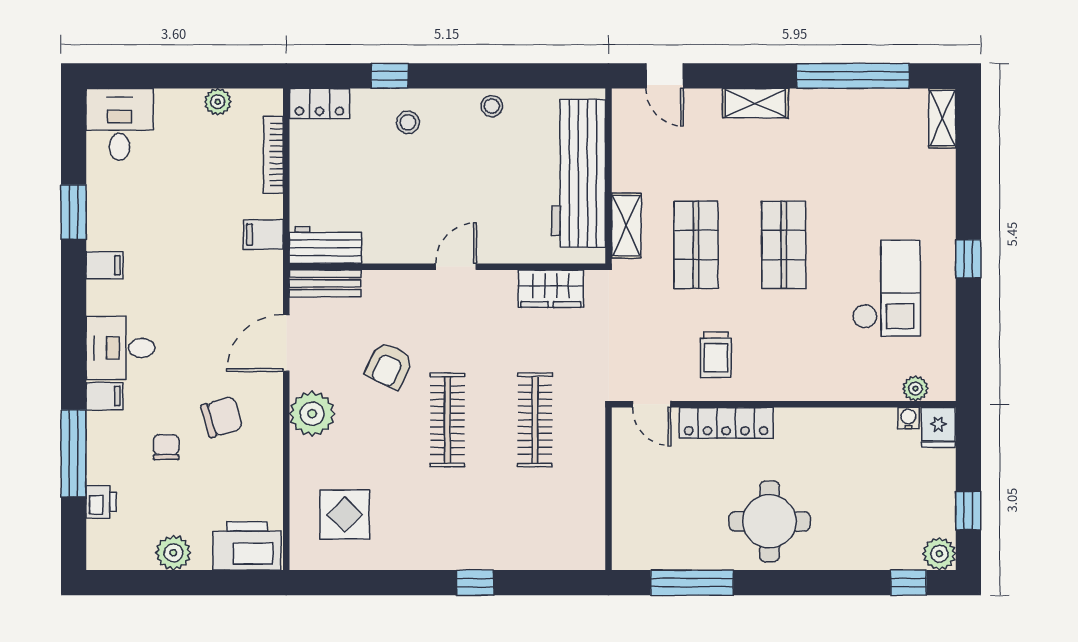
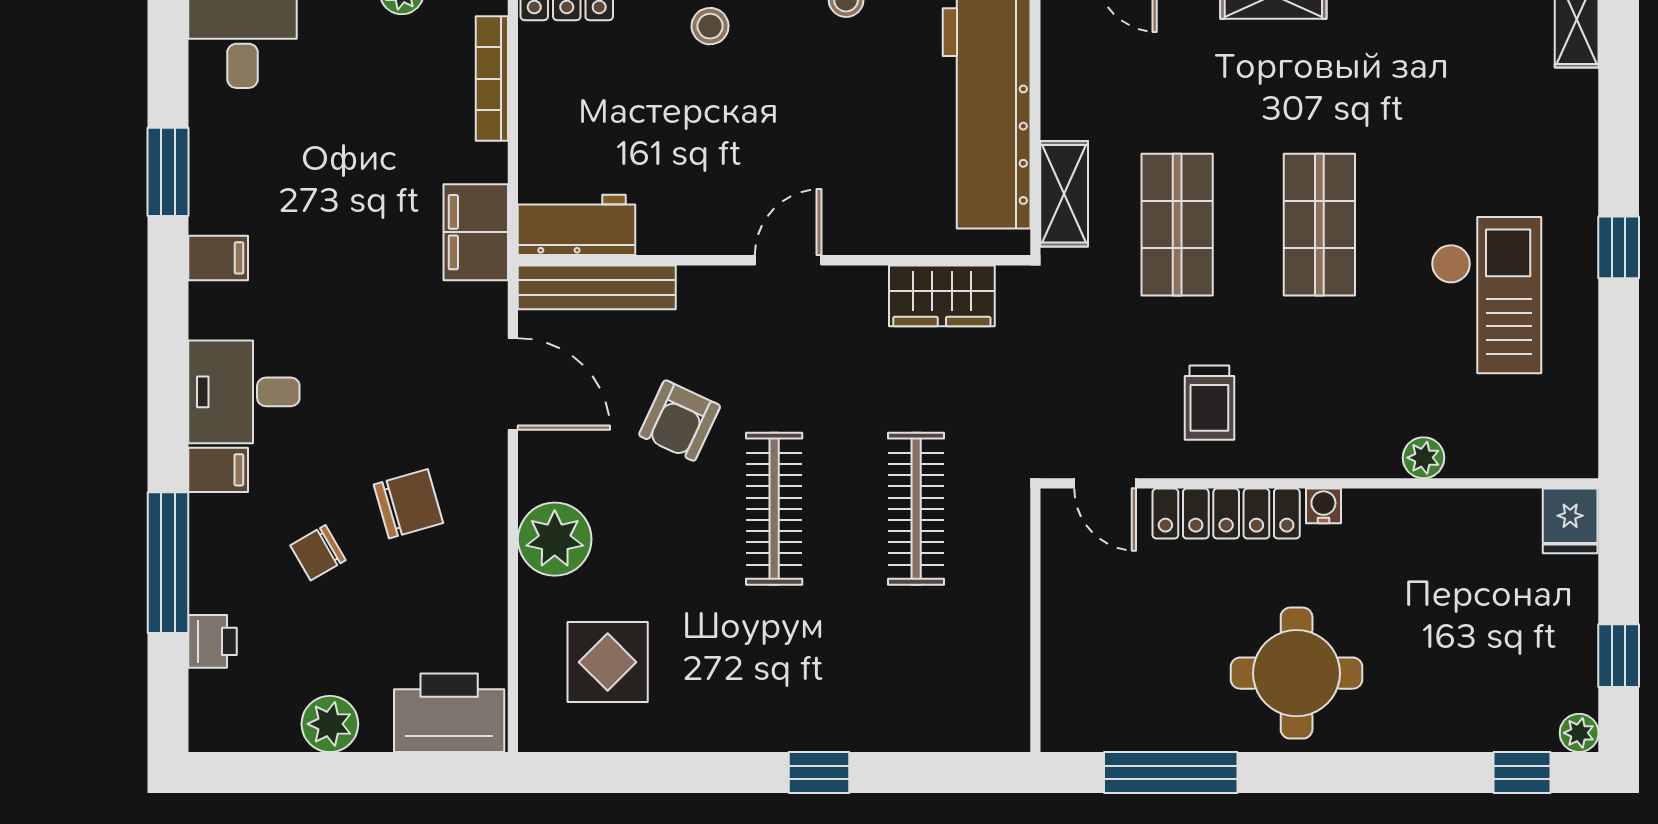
filing cabinet: (263, 235) -> (476, 232), width x2.00
bench: (325, 283) -> (597, 287), width x1.36
door: (286, 343) -> (513, 384), swing flipped
plant: (915, 389) -> (1424, 458), moved
plant: (312, 414) -> (555, 539), moved
water cooler: (908, 418) -> (1323, 506), moved
chair: (166, 447) -> (318, 553), turned -120
plant: (939, 554) -> (1579, 733), width x0.73, depth x0.73

